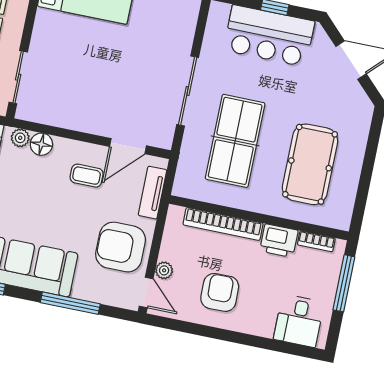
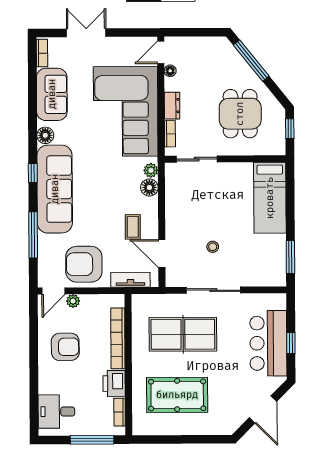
stool: (133, 80) -> (213, 247), added
armchair: (121, 247) -> (84, 264), turned -90

